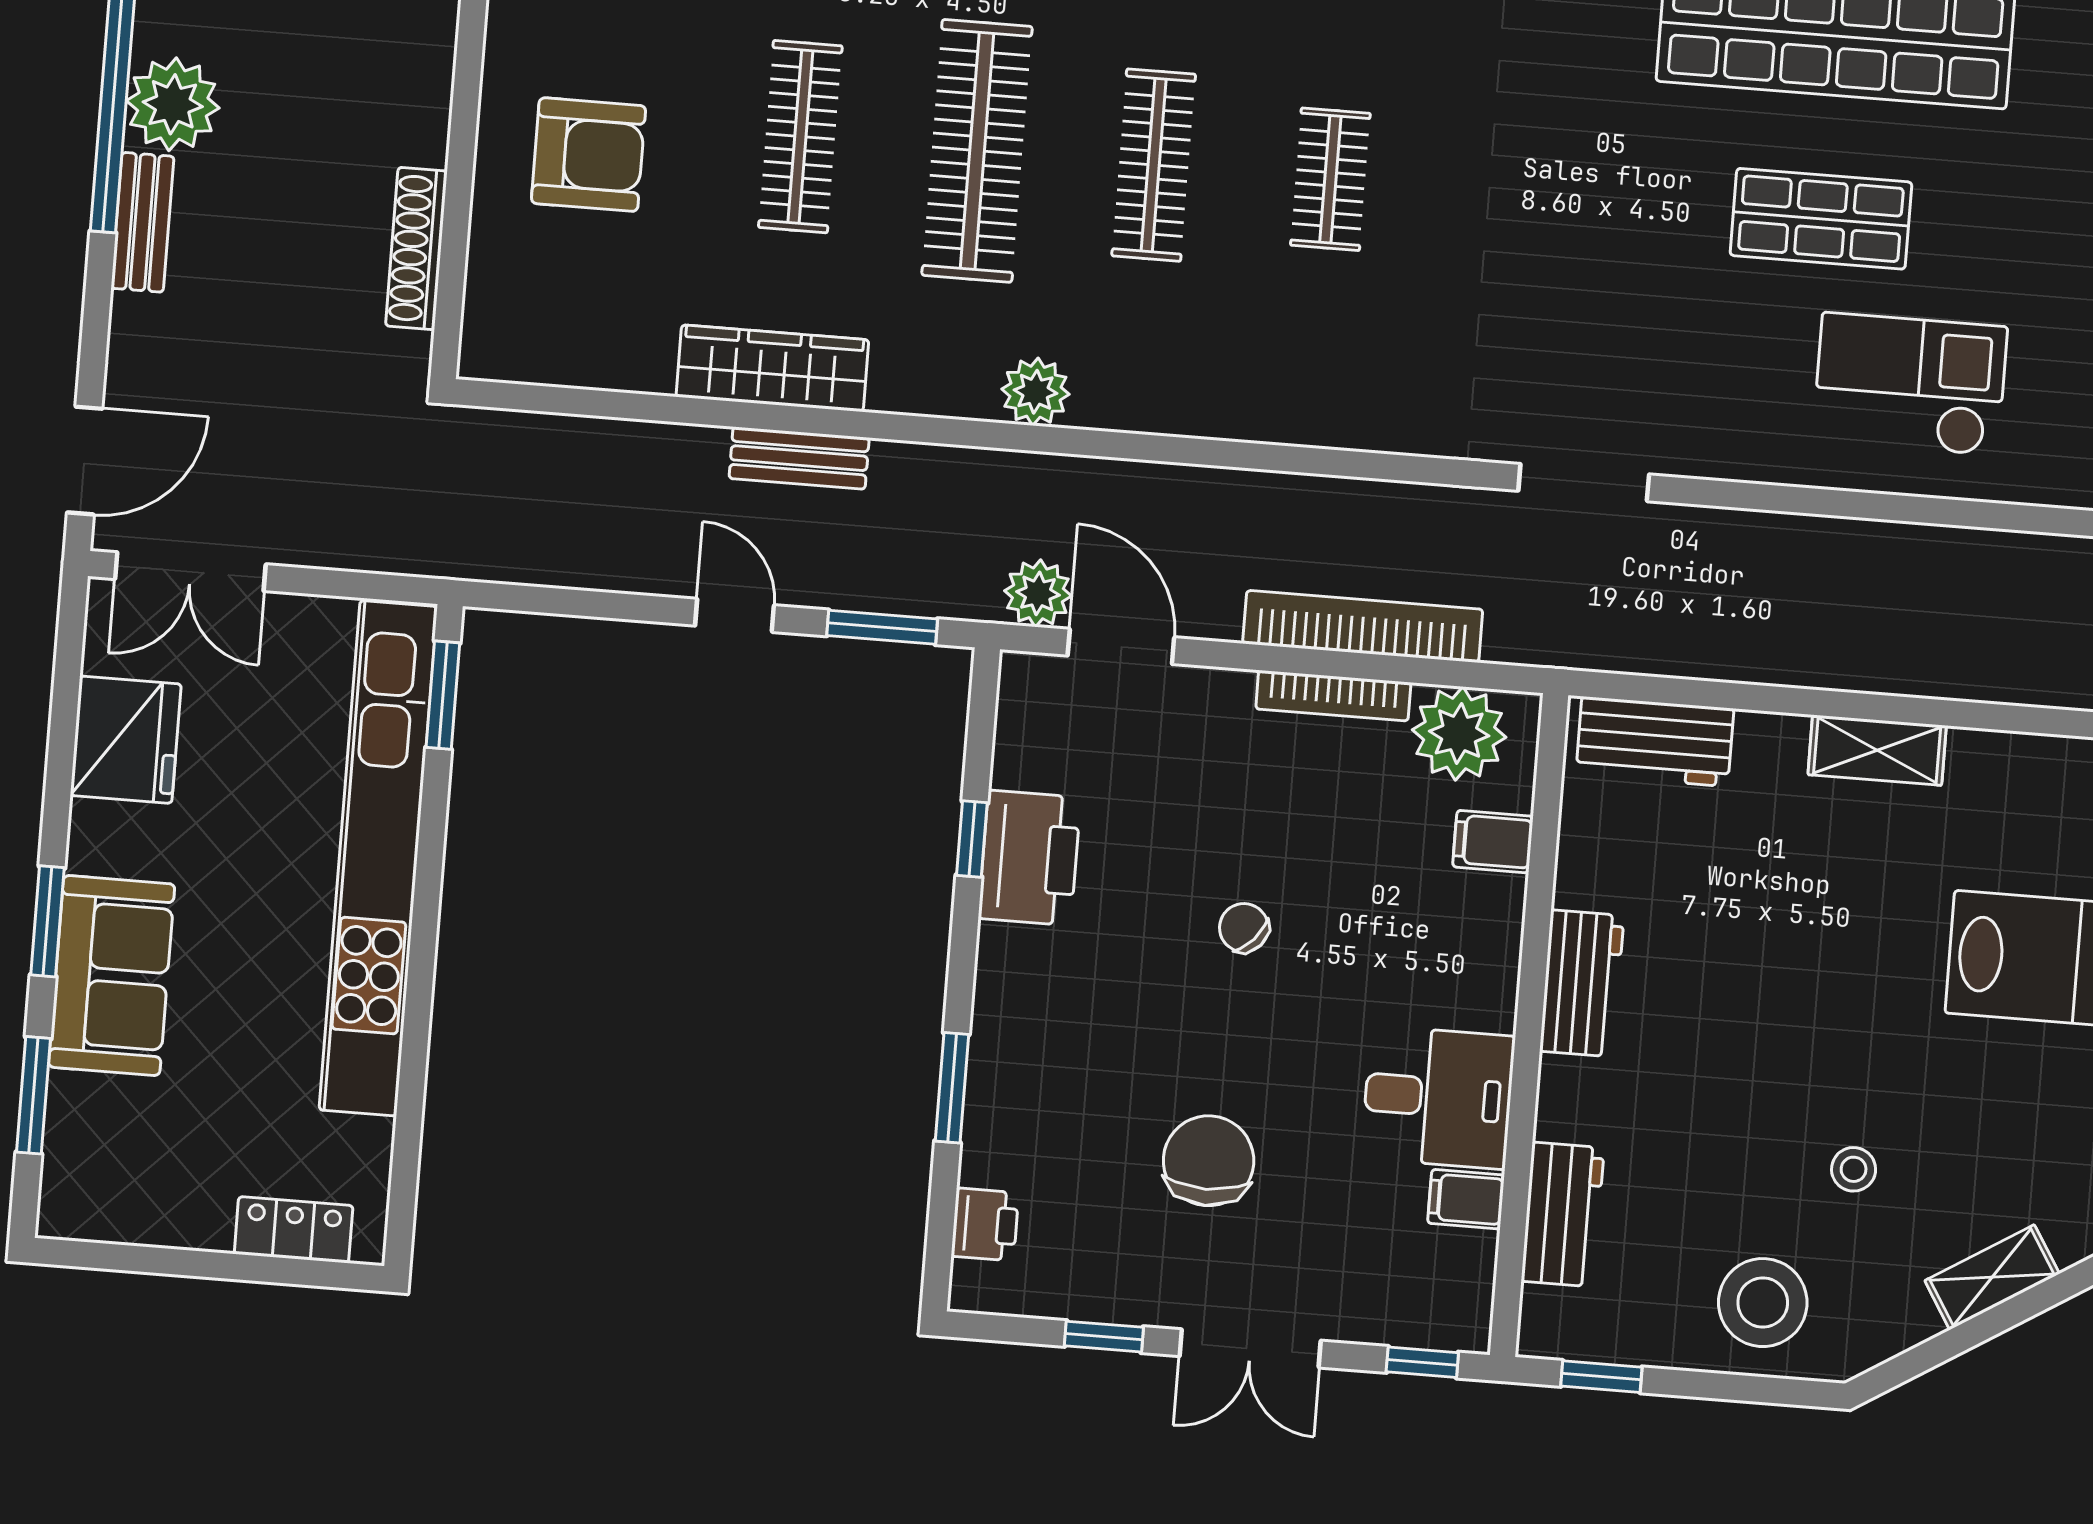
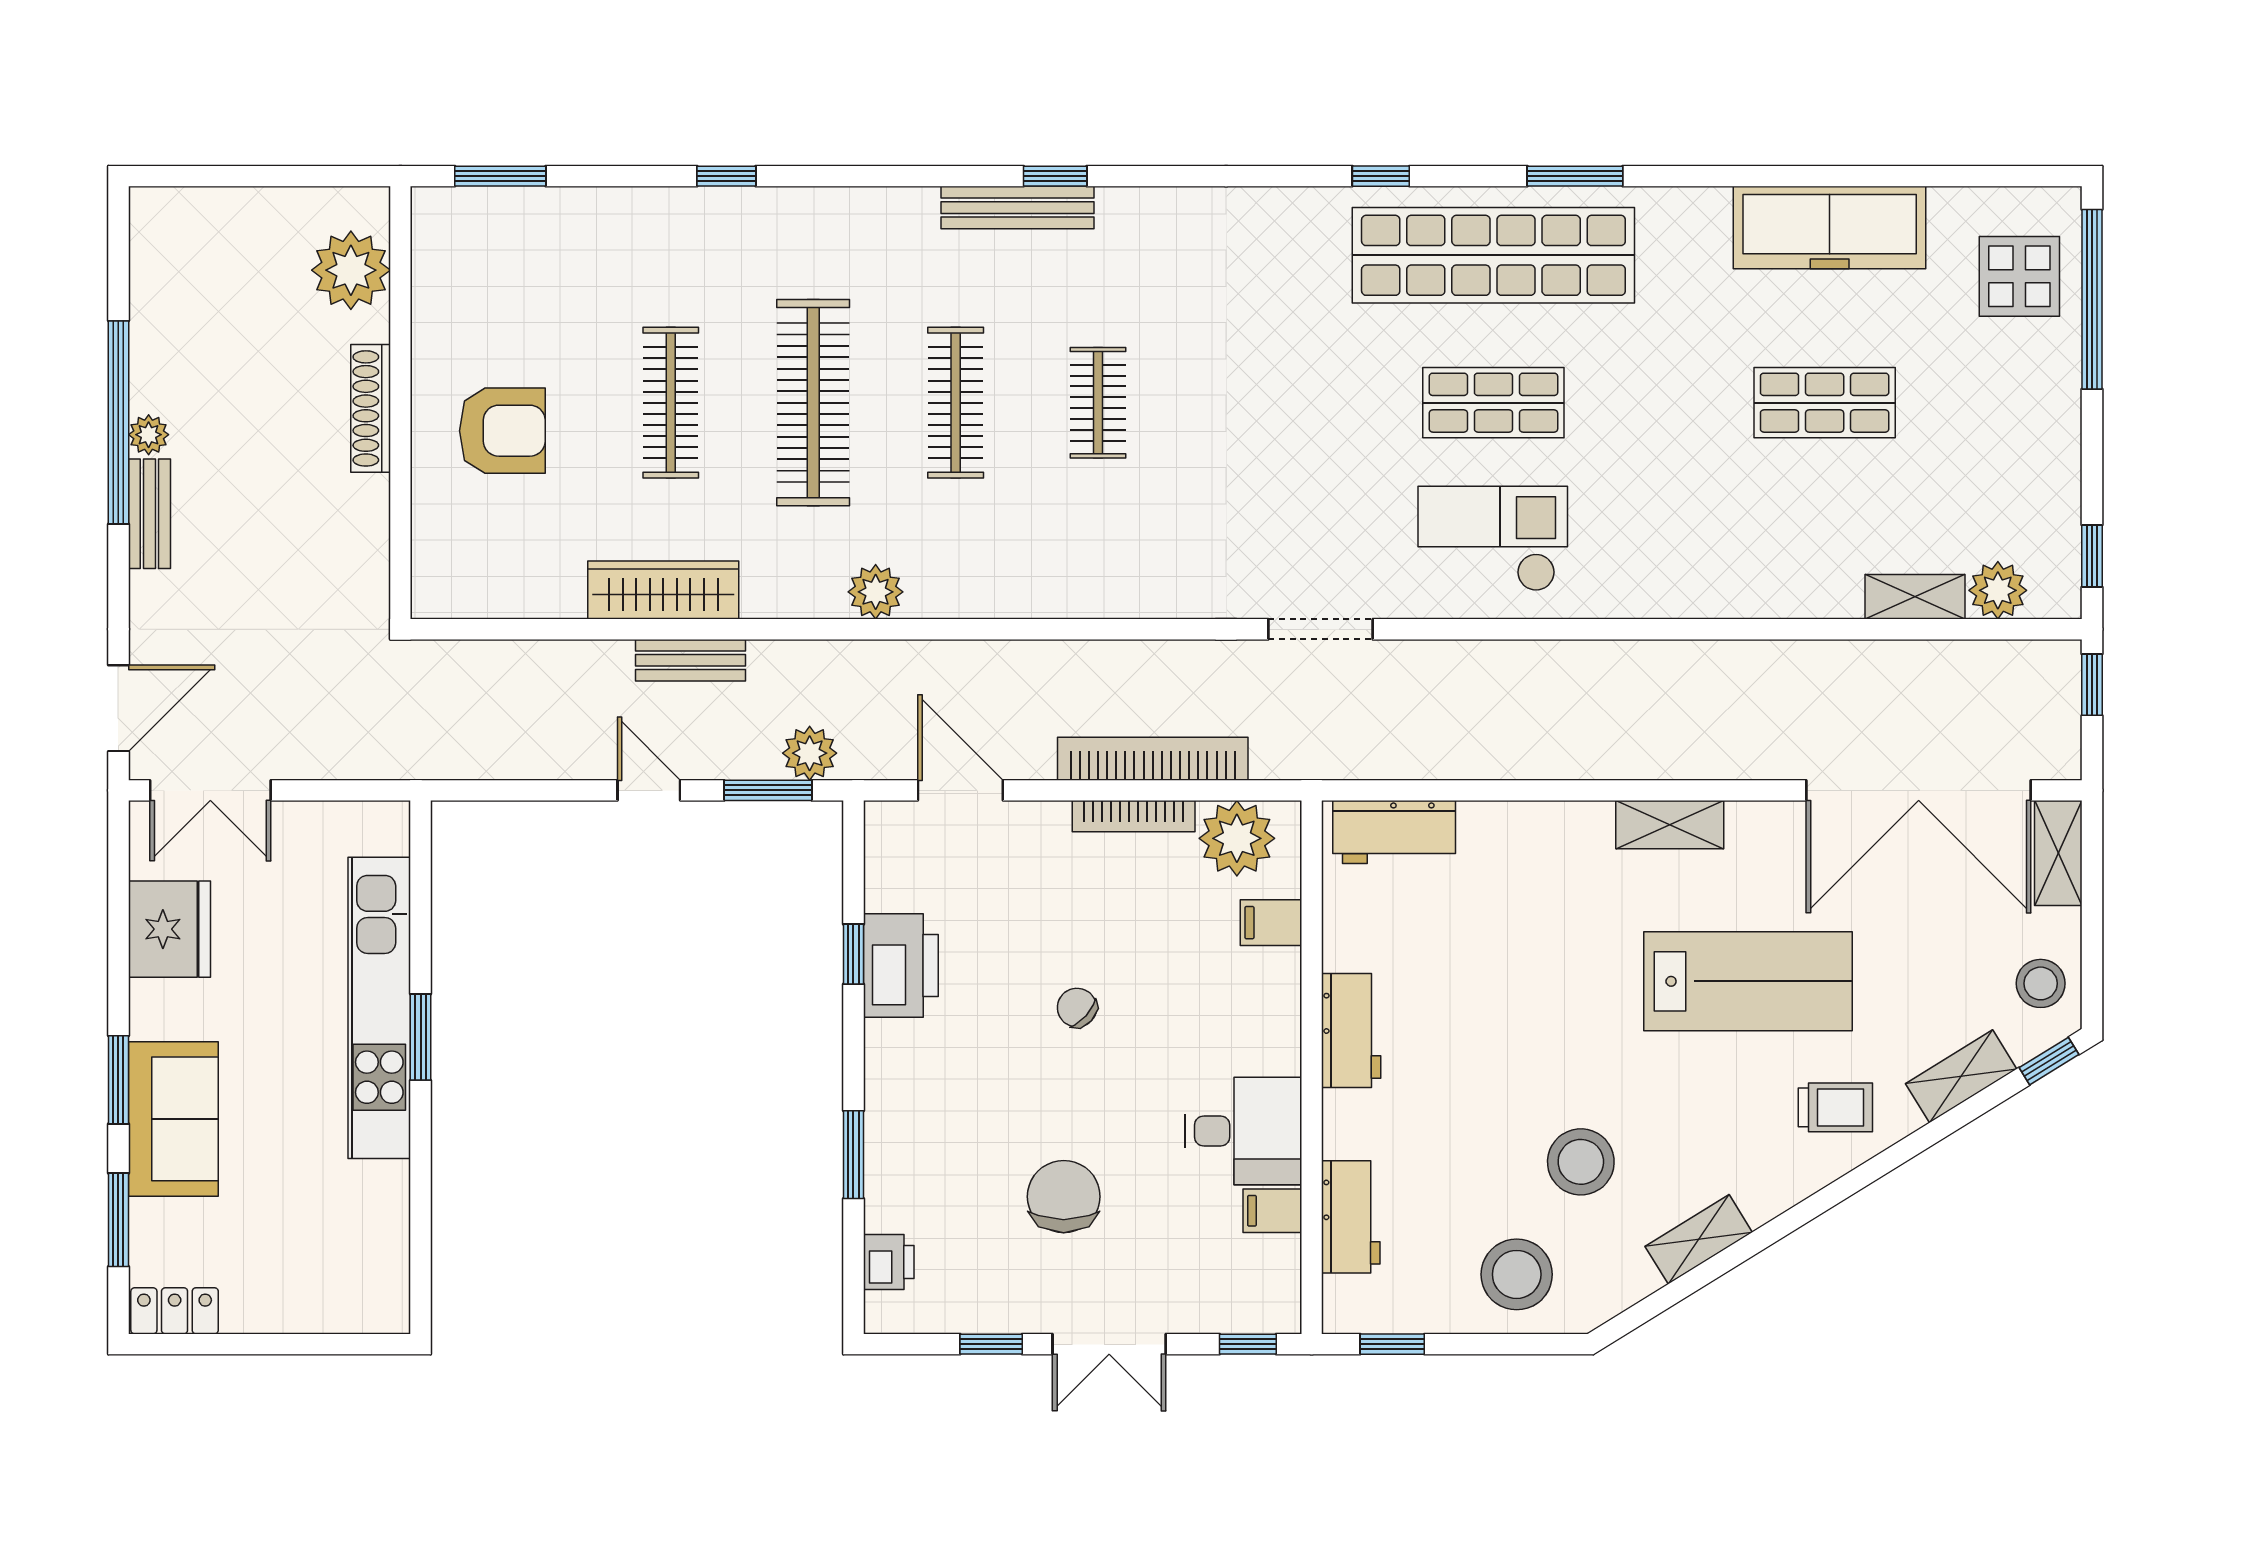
plant: (173, 104) -> (149, 435), width x0.53, depth x0.53
shoe rack: (416, 248) -> (371, 408), moved
checkout: (1910, 384) -> (1493, 539), moved
plant: (1038, 593) -> (810, 753), moved
window: (443, 695) -> (421, 1037), moved
shelving: (1877, 750) -> (1670, 825), moved
kitchen unit: (378, 858) -> (379, 1008), width x0.73
stool: (1854, 1169) -> (1581, 1162), width x1.89, depth x1.89
locker: (294, 1230) -> (175, 1311), moved

